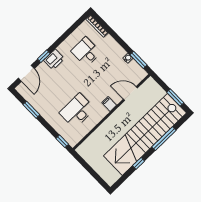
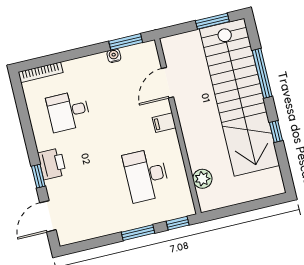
door: (26, 73) -> (48, 216), swing flipped
window: (31, 110) -> (138, 233), moved
plant: (92, 140) -> (202, 179), added

